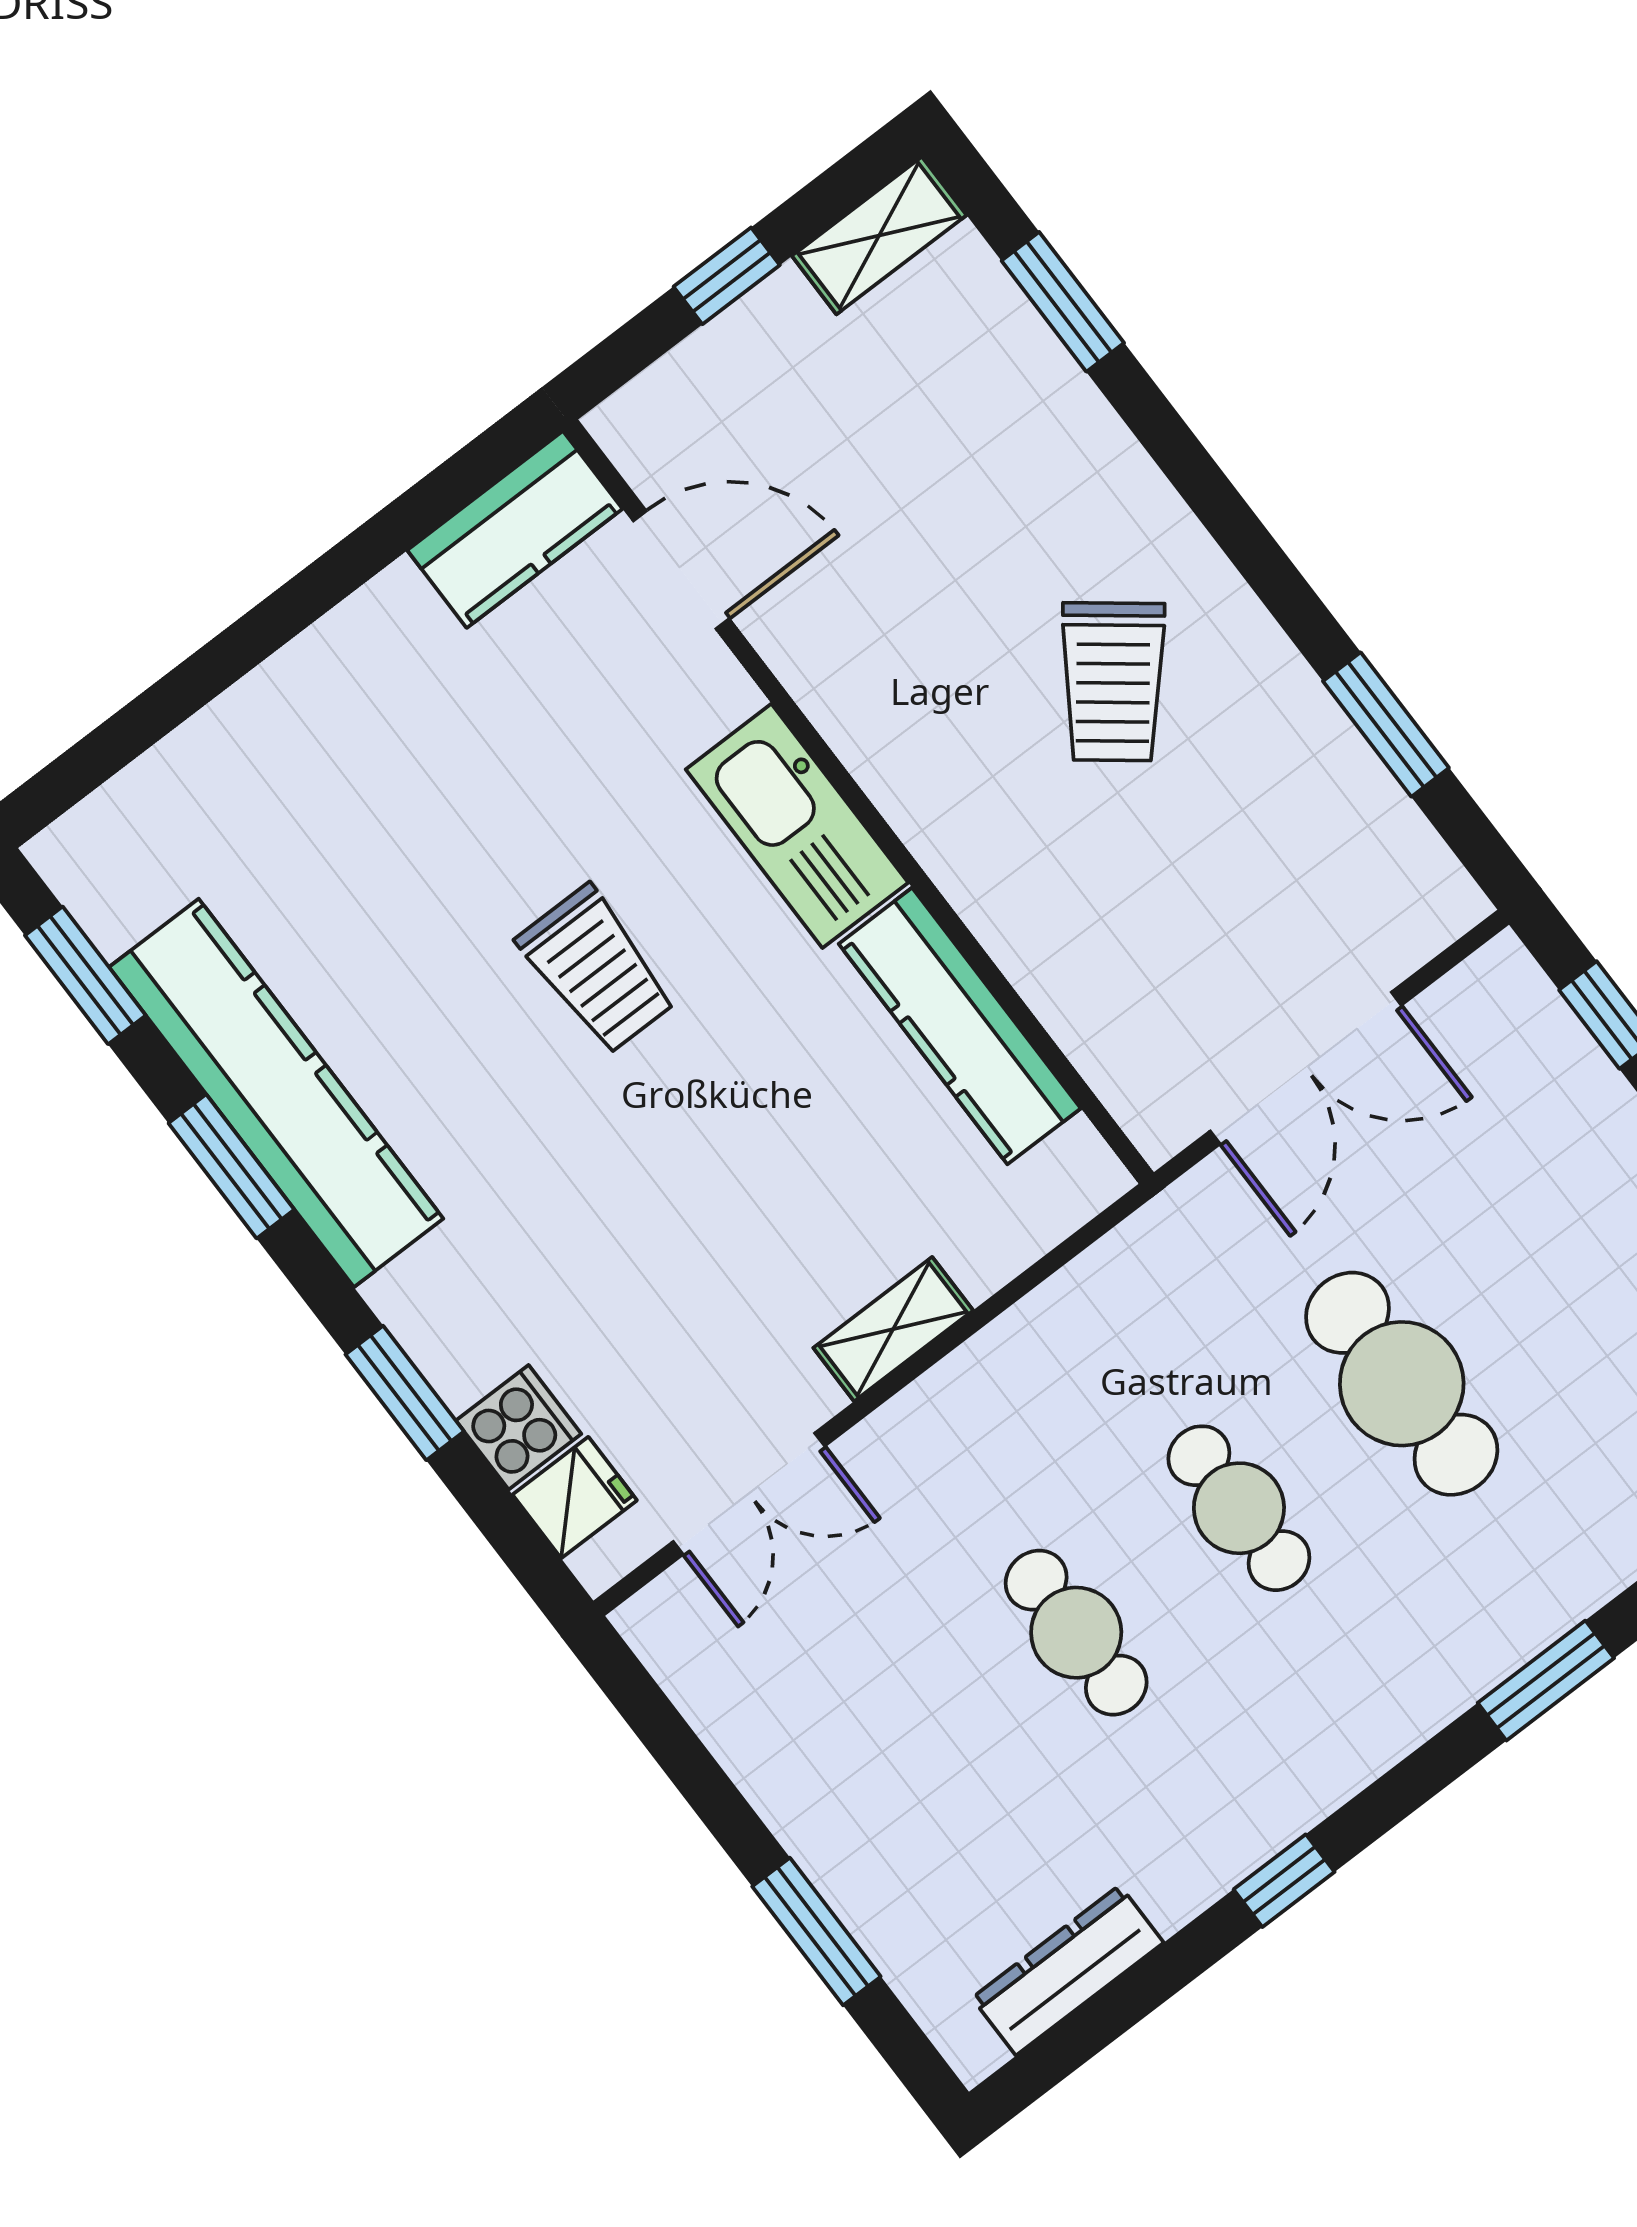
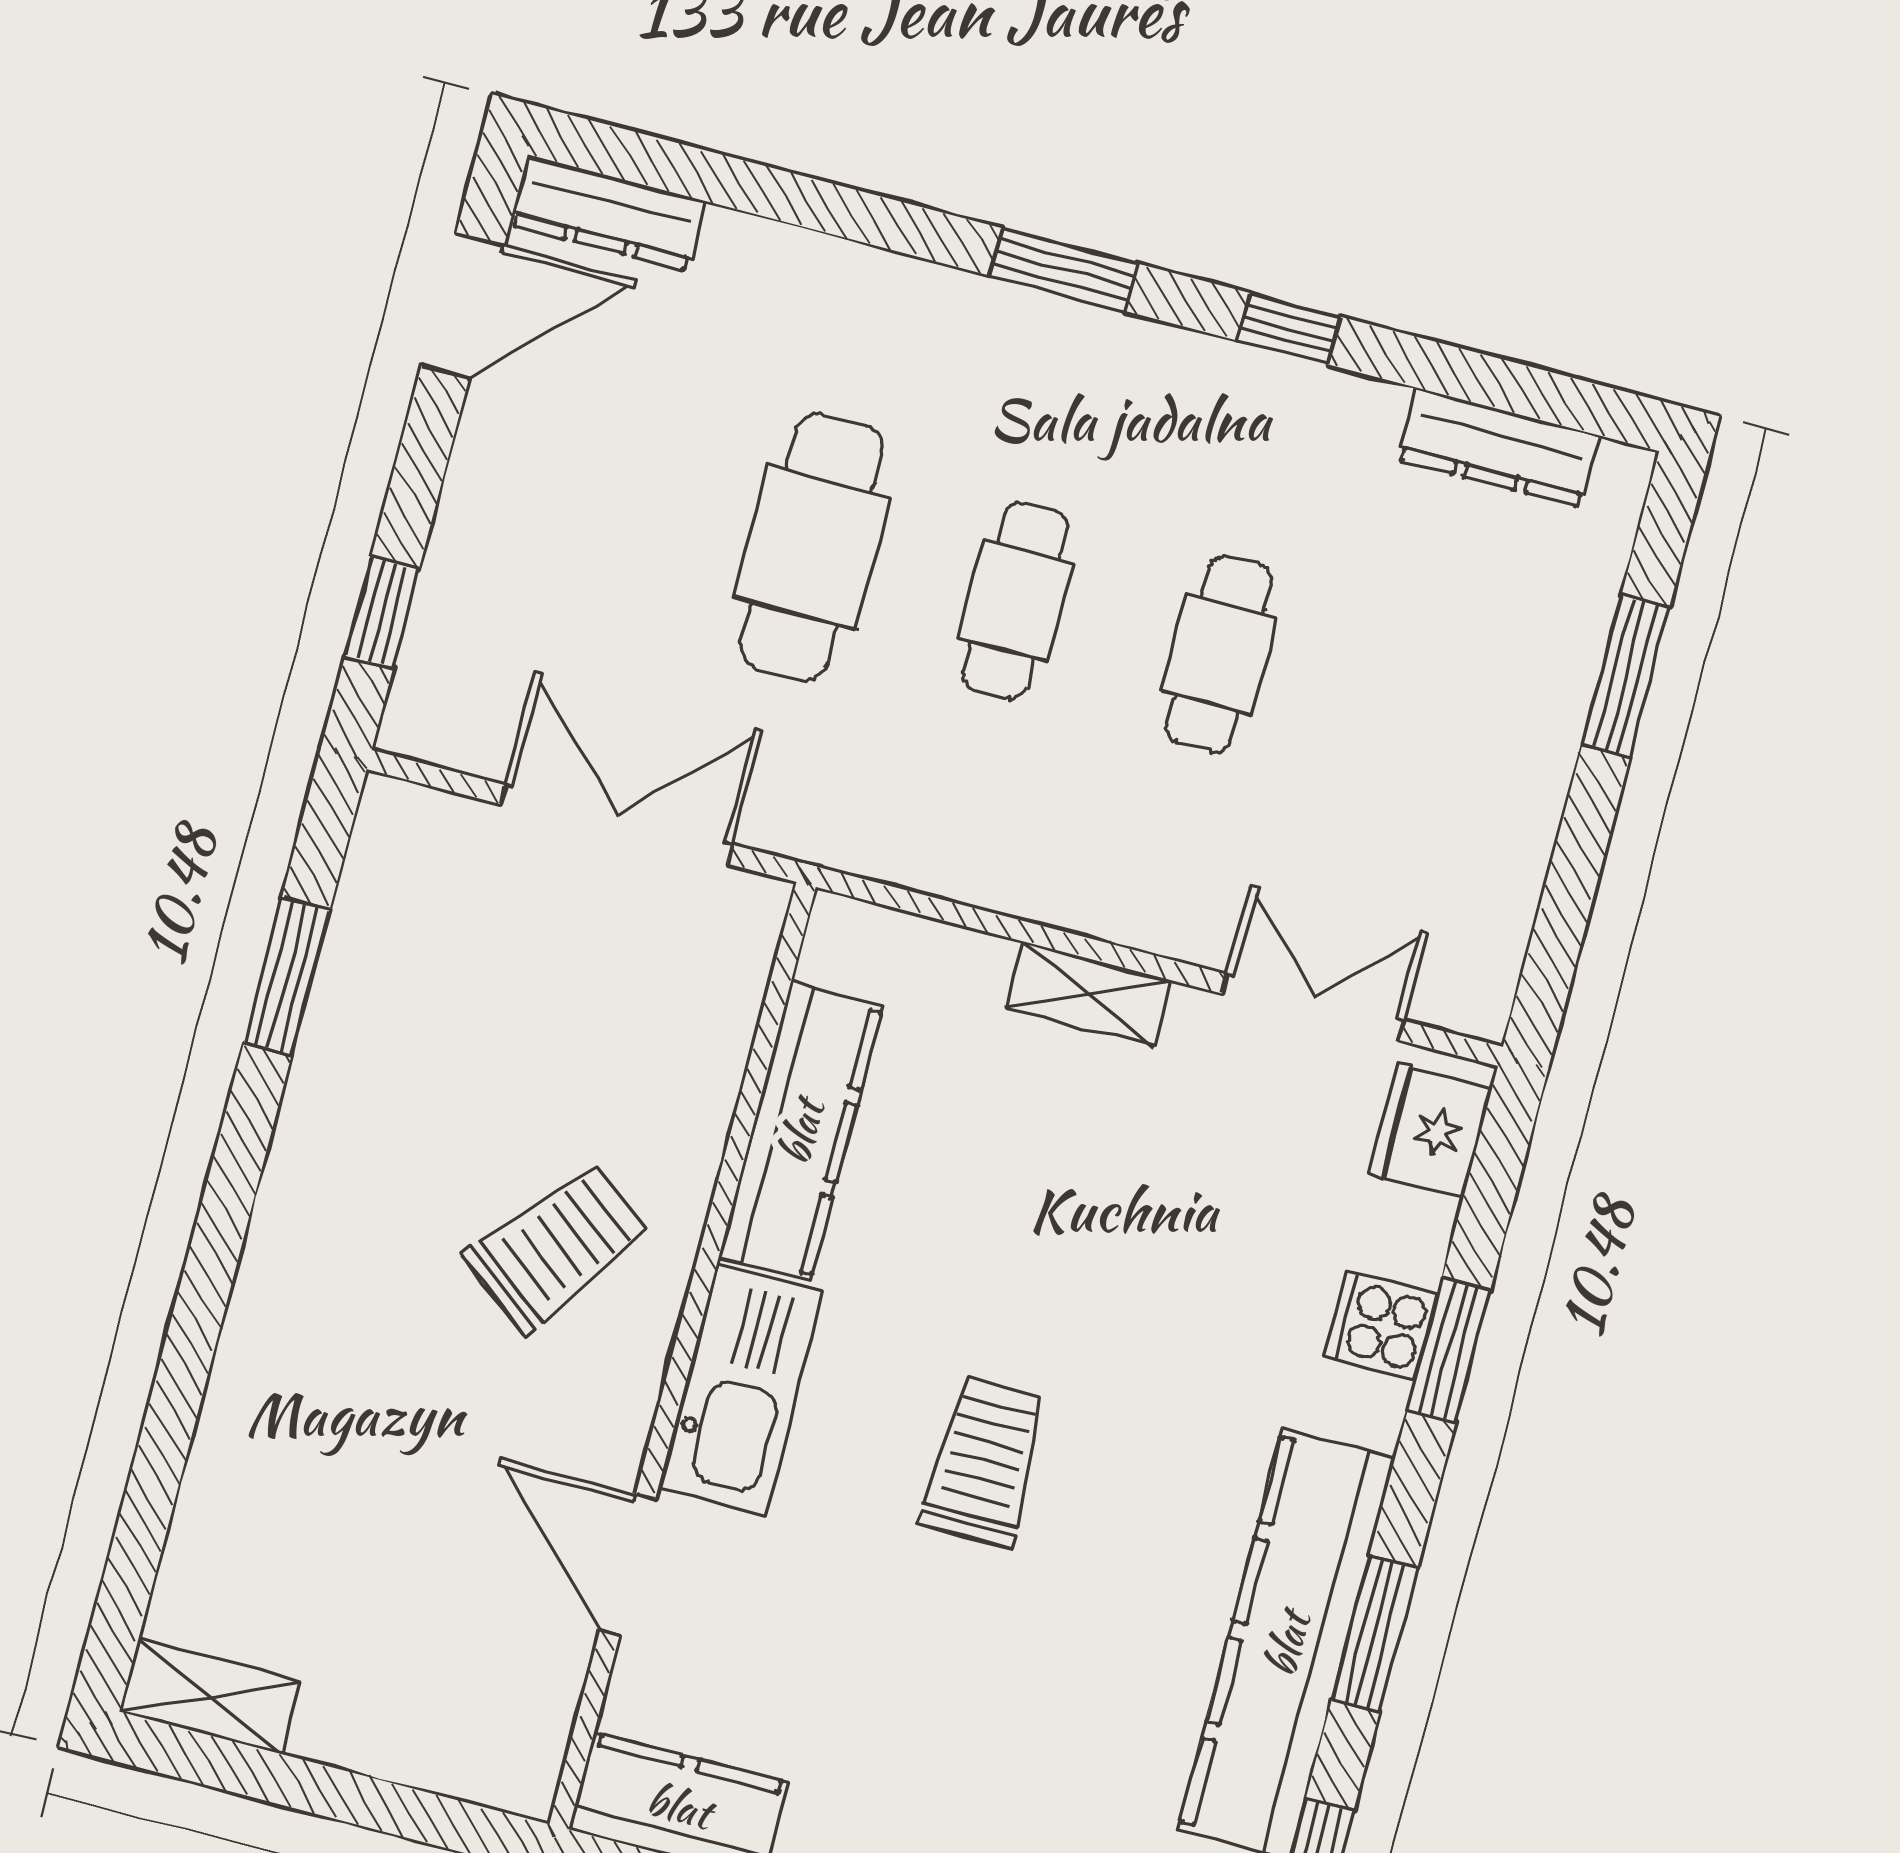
window: (727, 276) -> (339, 1795), removed
window: (1063, 302) -> (148, 1505), removed
door: (681, 570) -> (628, 1565), moved
trolley: (1113, 682) -> (557, 1247), moved
cooker: (519, 1427) -> (1381, 1326), moved
fridge: (575, 1498) -> (1430, 1131), width x1.38
window: (1546, 1681) -> (1064, 270), moved

